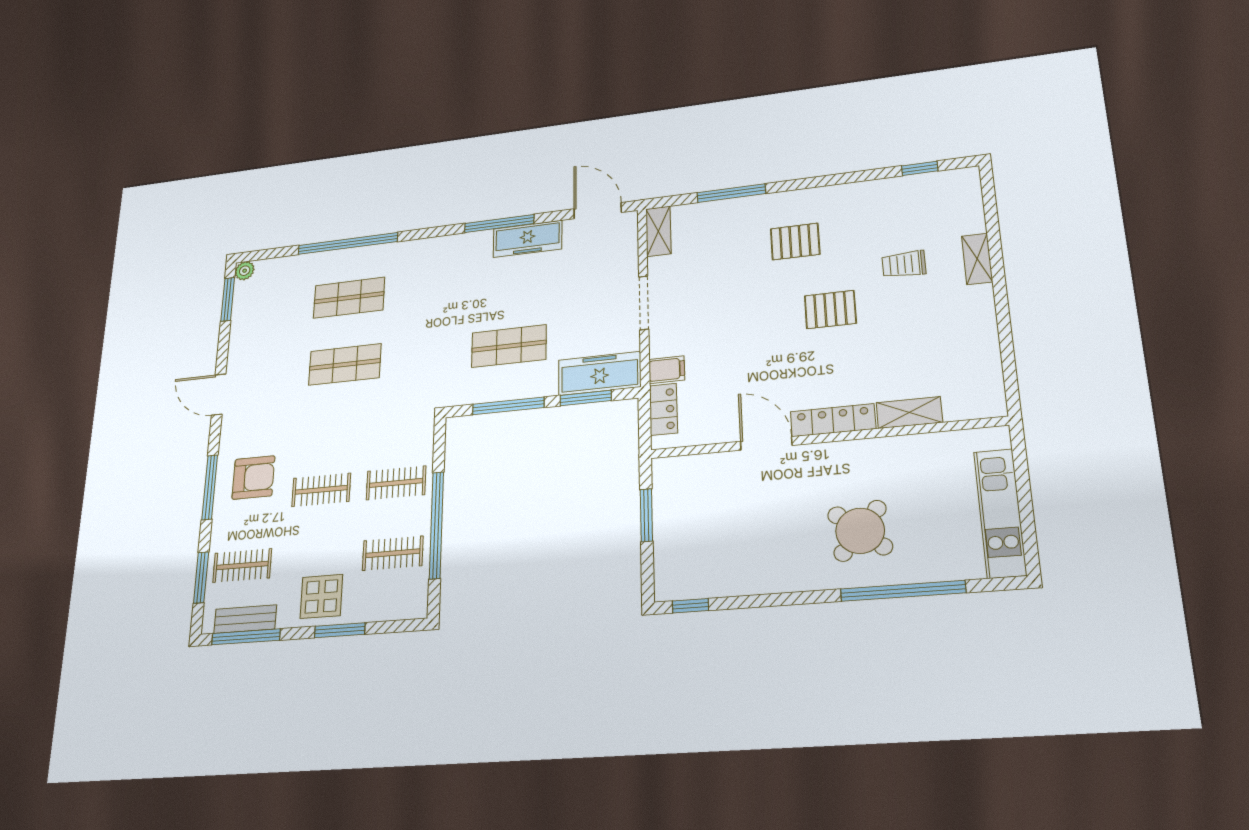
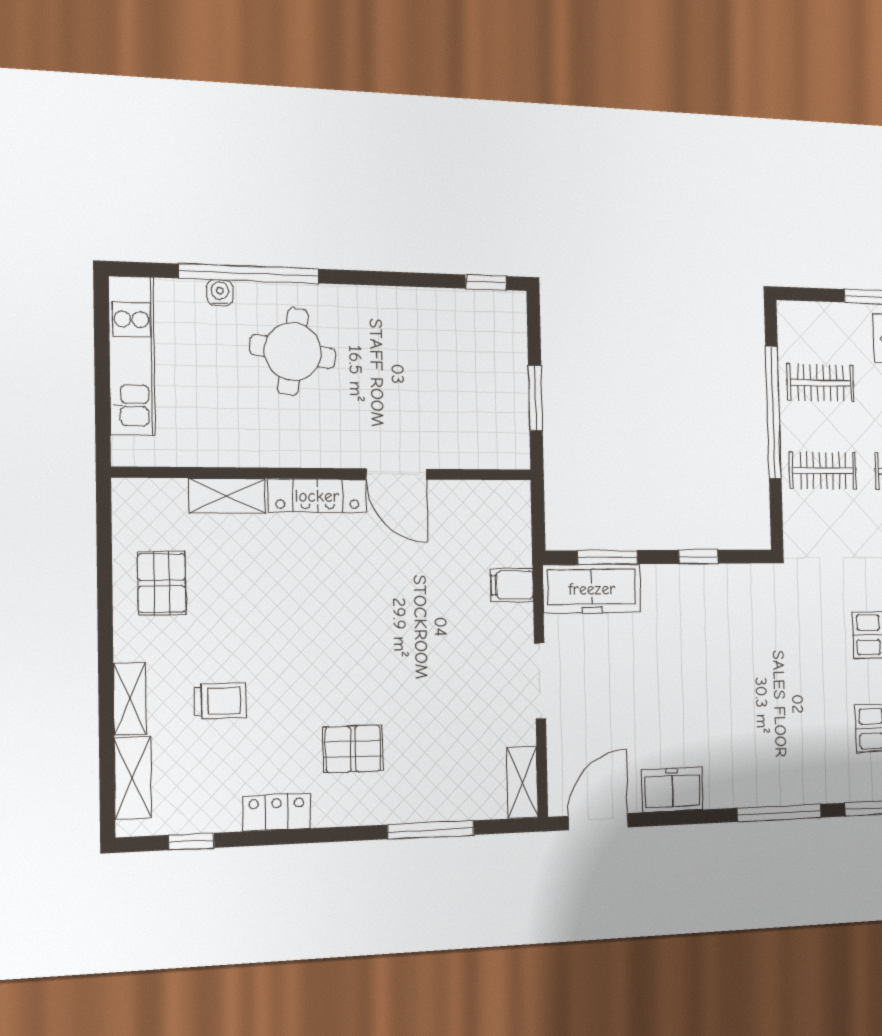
shelving: (969, 206) -> (133, 778), added
door: (598, 211) -> (598, 822), swing flipped
window: (499, 224) -> (779, 813), moved
freezer: (527, 239) -> (672, 790), width x0.71
pallet: (830, 310) -> (162, 583), moved, turned 90
shop shelf: (509, 346) -> (701, 638), removed
window: (508, 406) -> (698, 557), width x0.46
locker: (663, 409) -> (277, 812), moved, turned 90
round table: (860, 531) -> (293, 352), turned -31
water cooler: (927, 572) -> (220, 293), added

